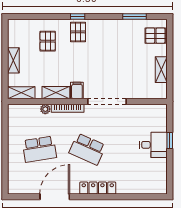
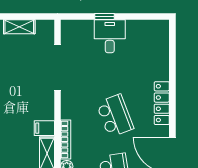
doorway: (107, 101) -> (58, 67), moved
school desk: (87, 149) -> (115, 116), turned -45

